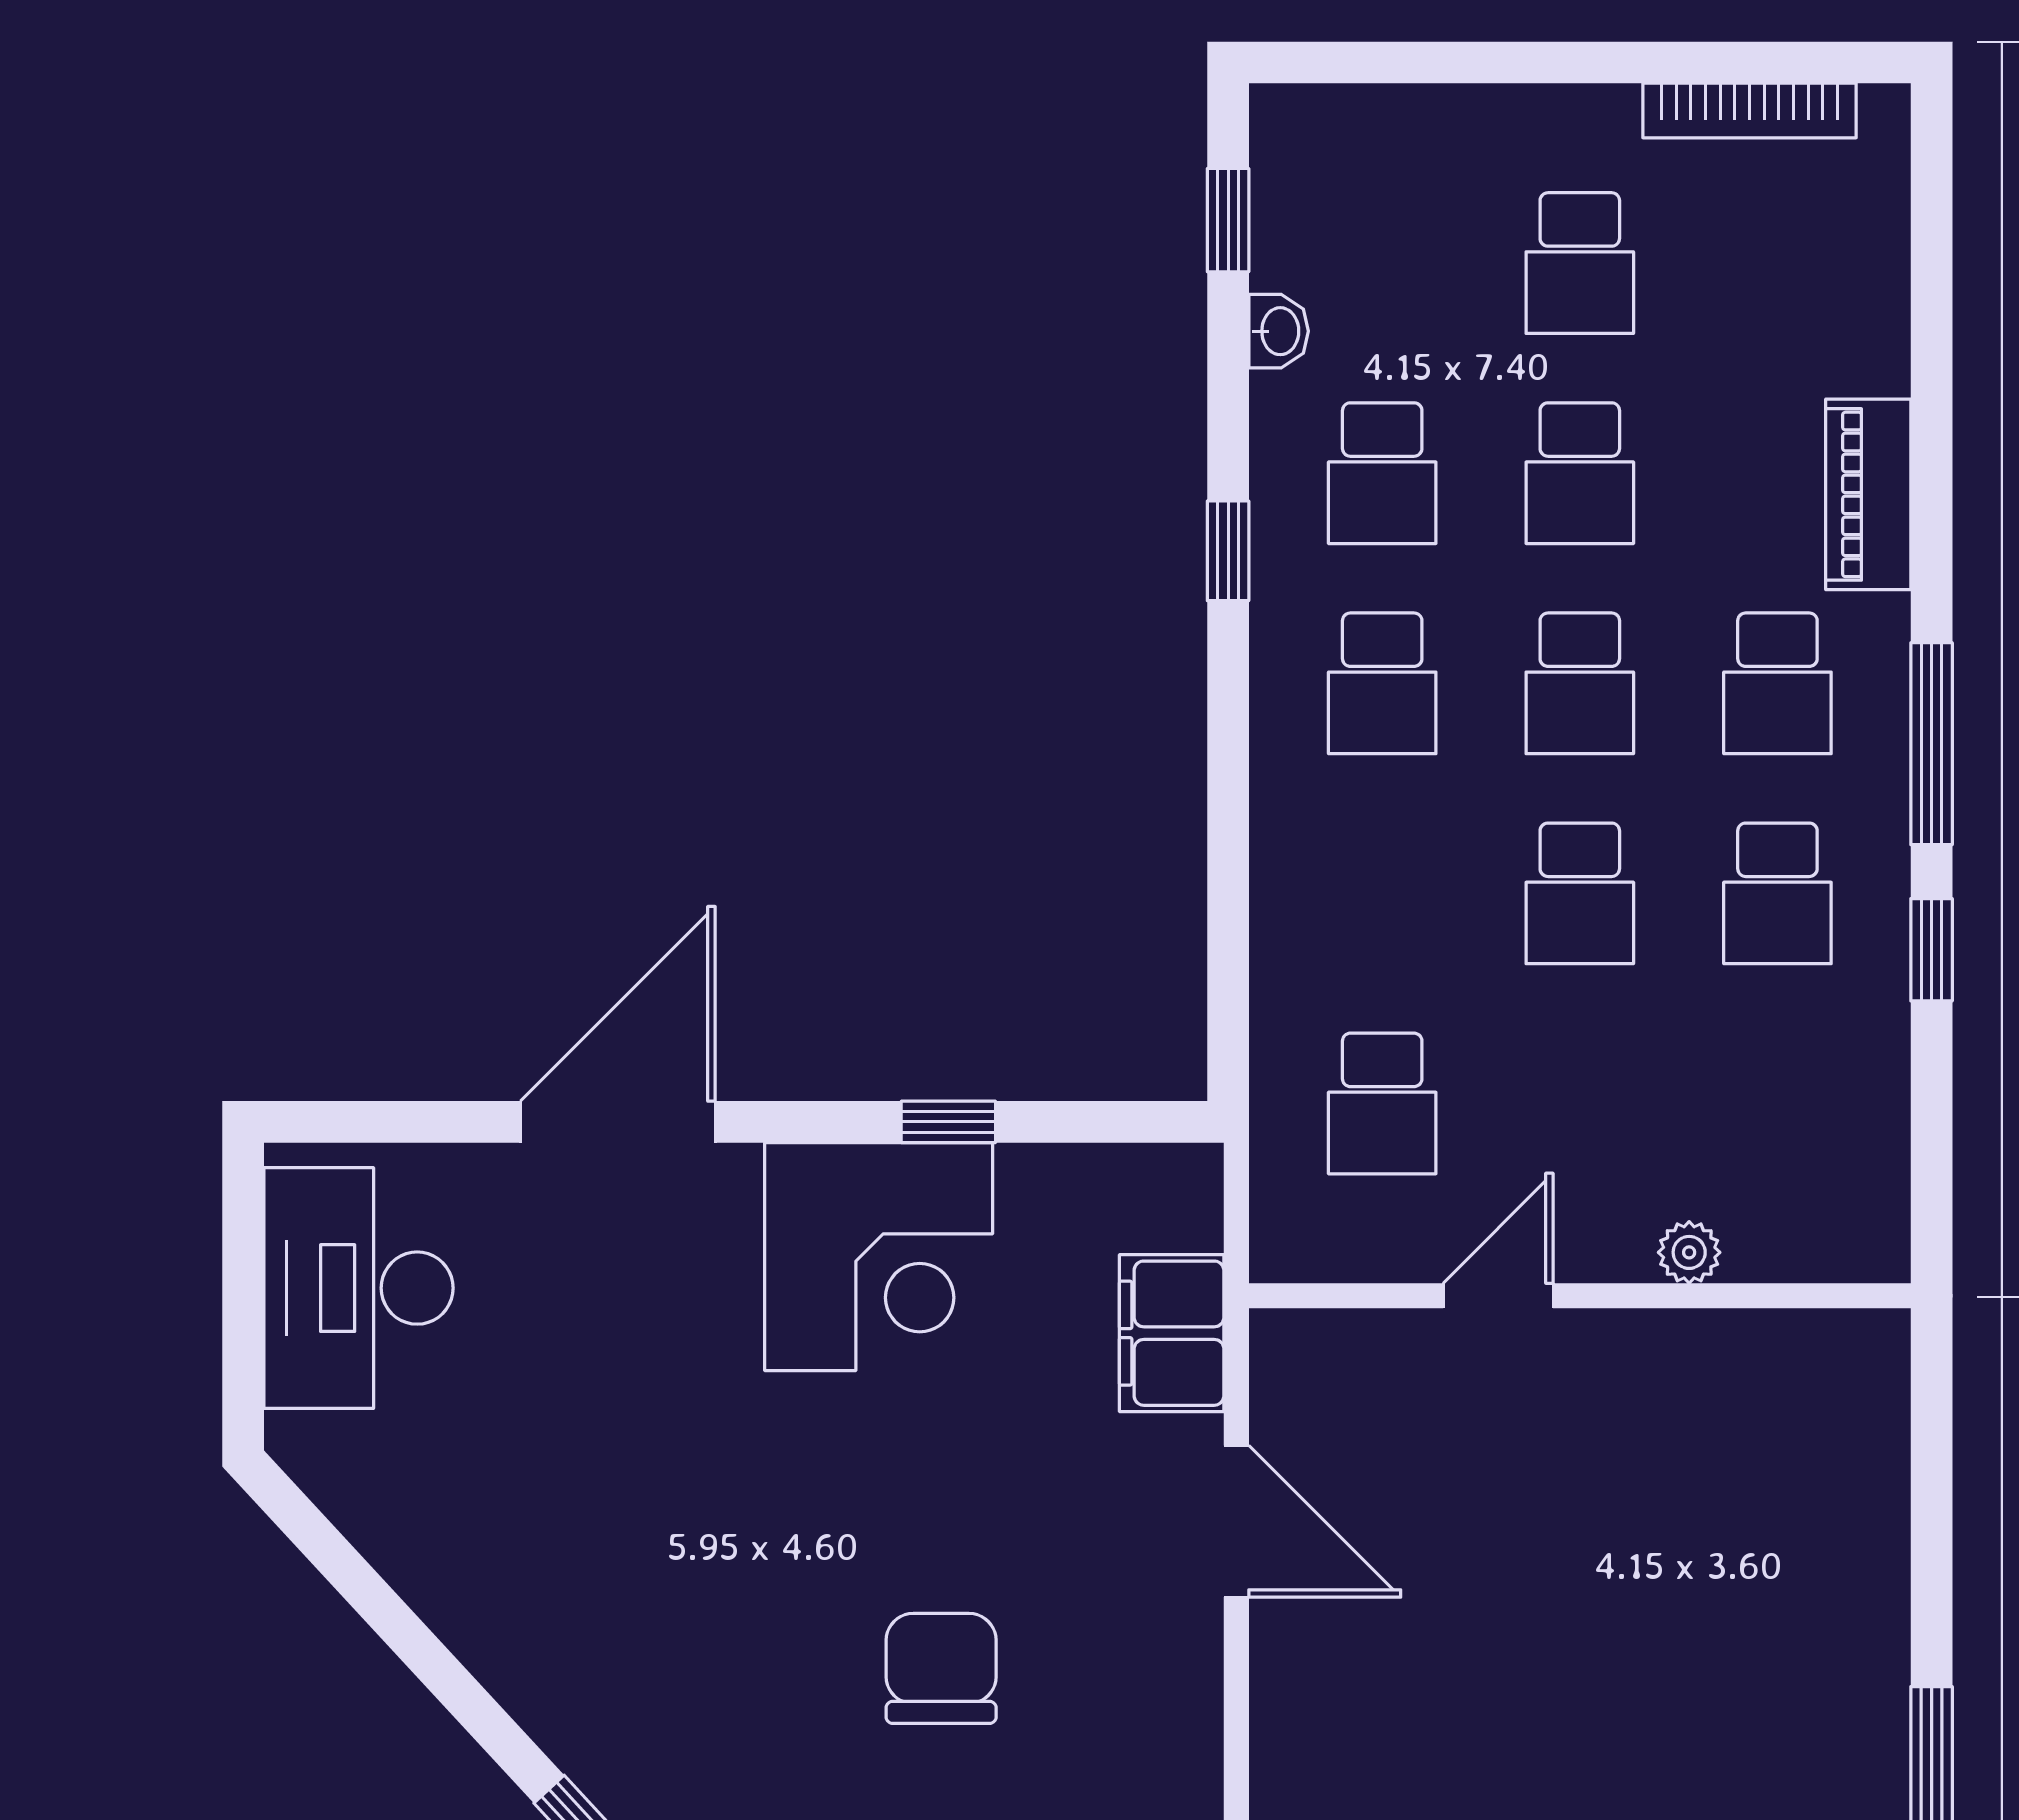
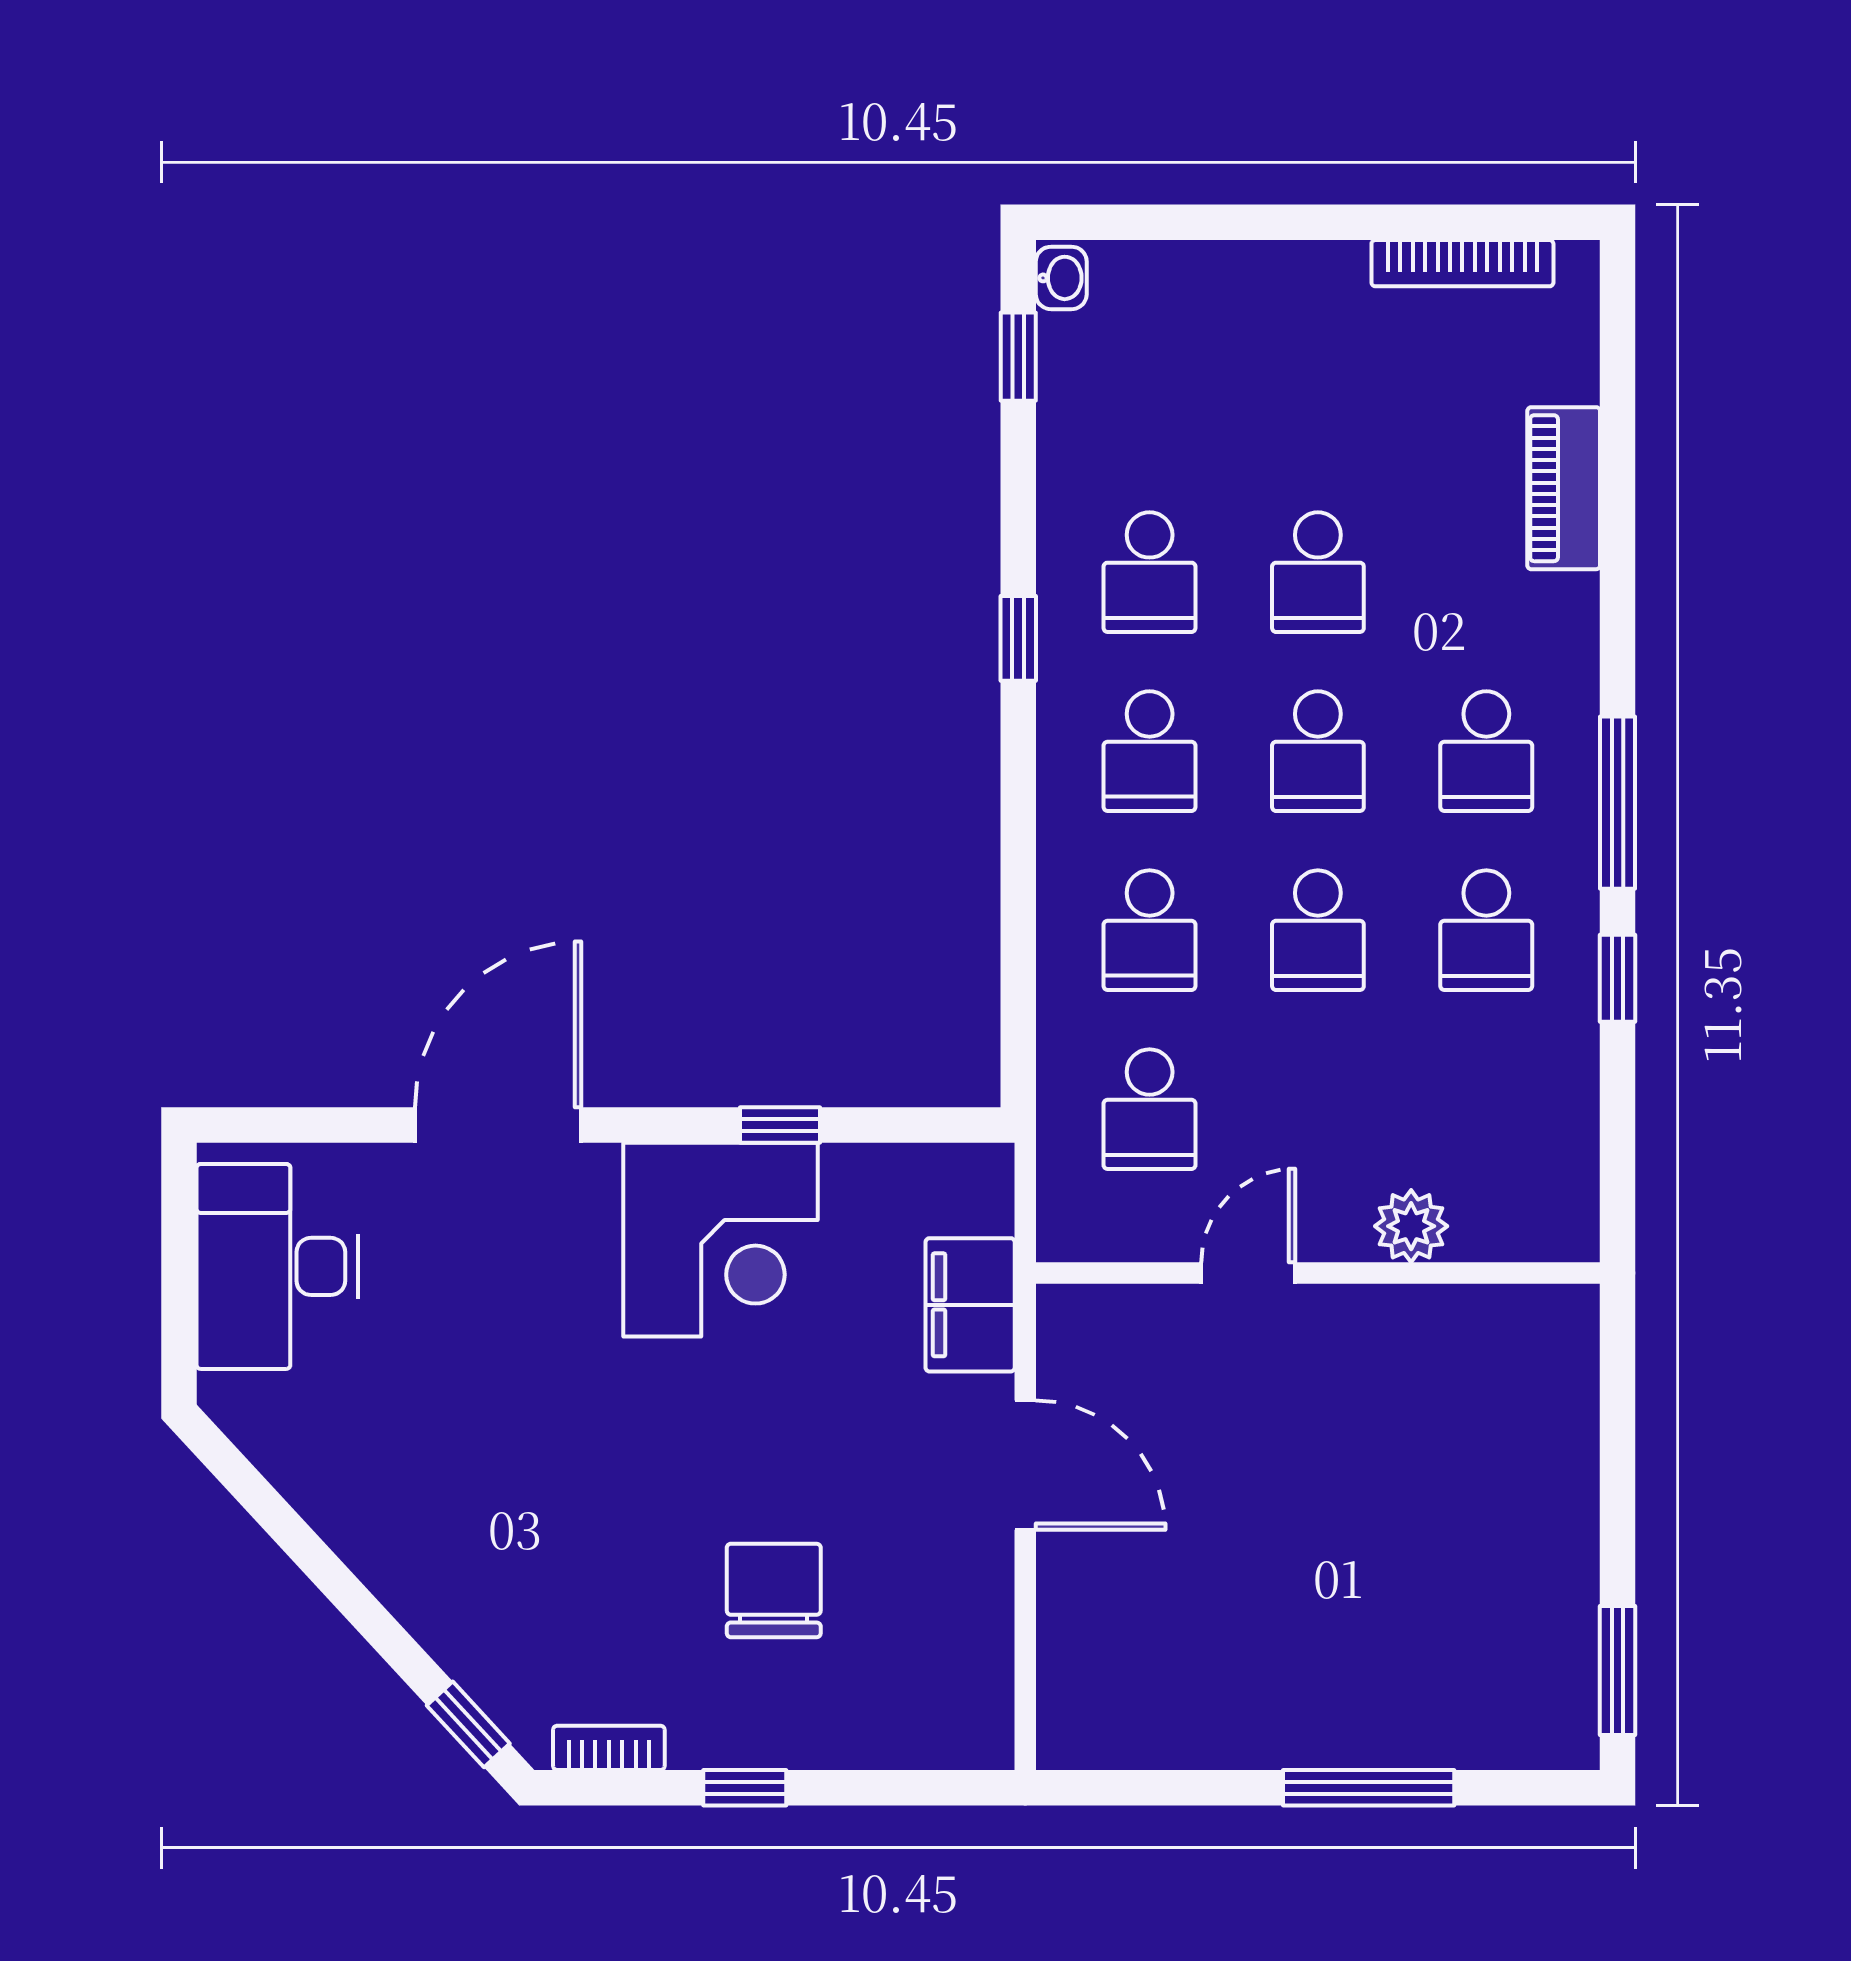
school desk: (1580, 263) -> (1150, 930), moved
washbasin: (1279, 331) -> (1061, 278), moved
piano: (1868, 494) -> (1564, 488), moved
plant: (1689, 1252) -> (1411, 1226), width x1.38, depth x1.38

